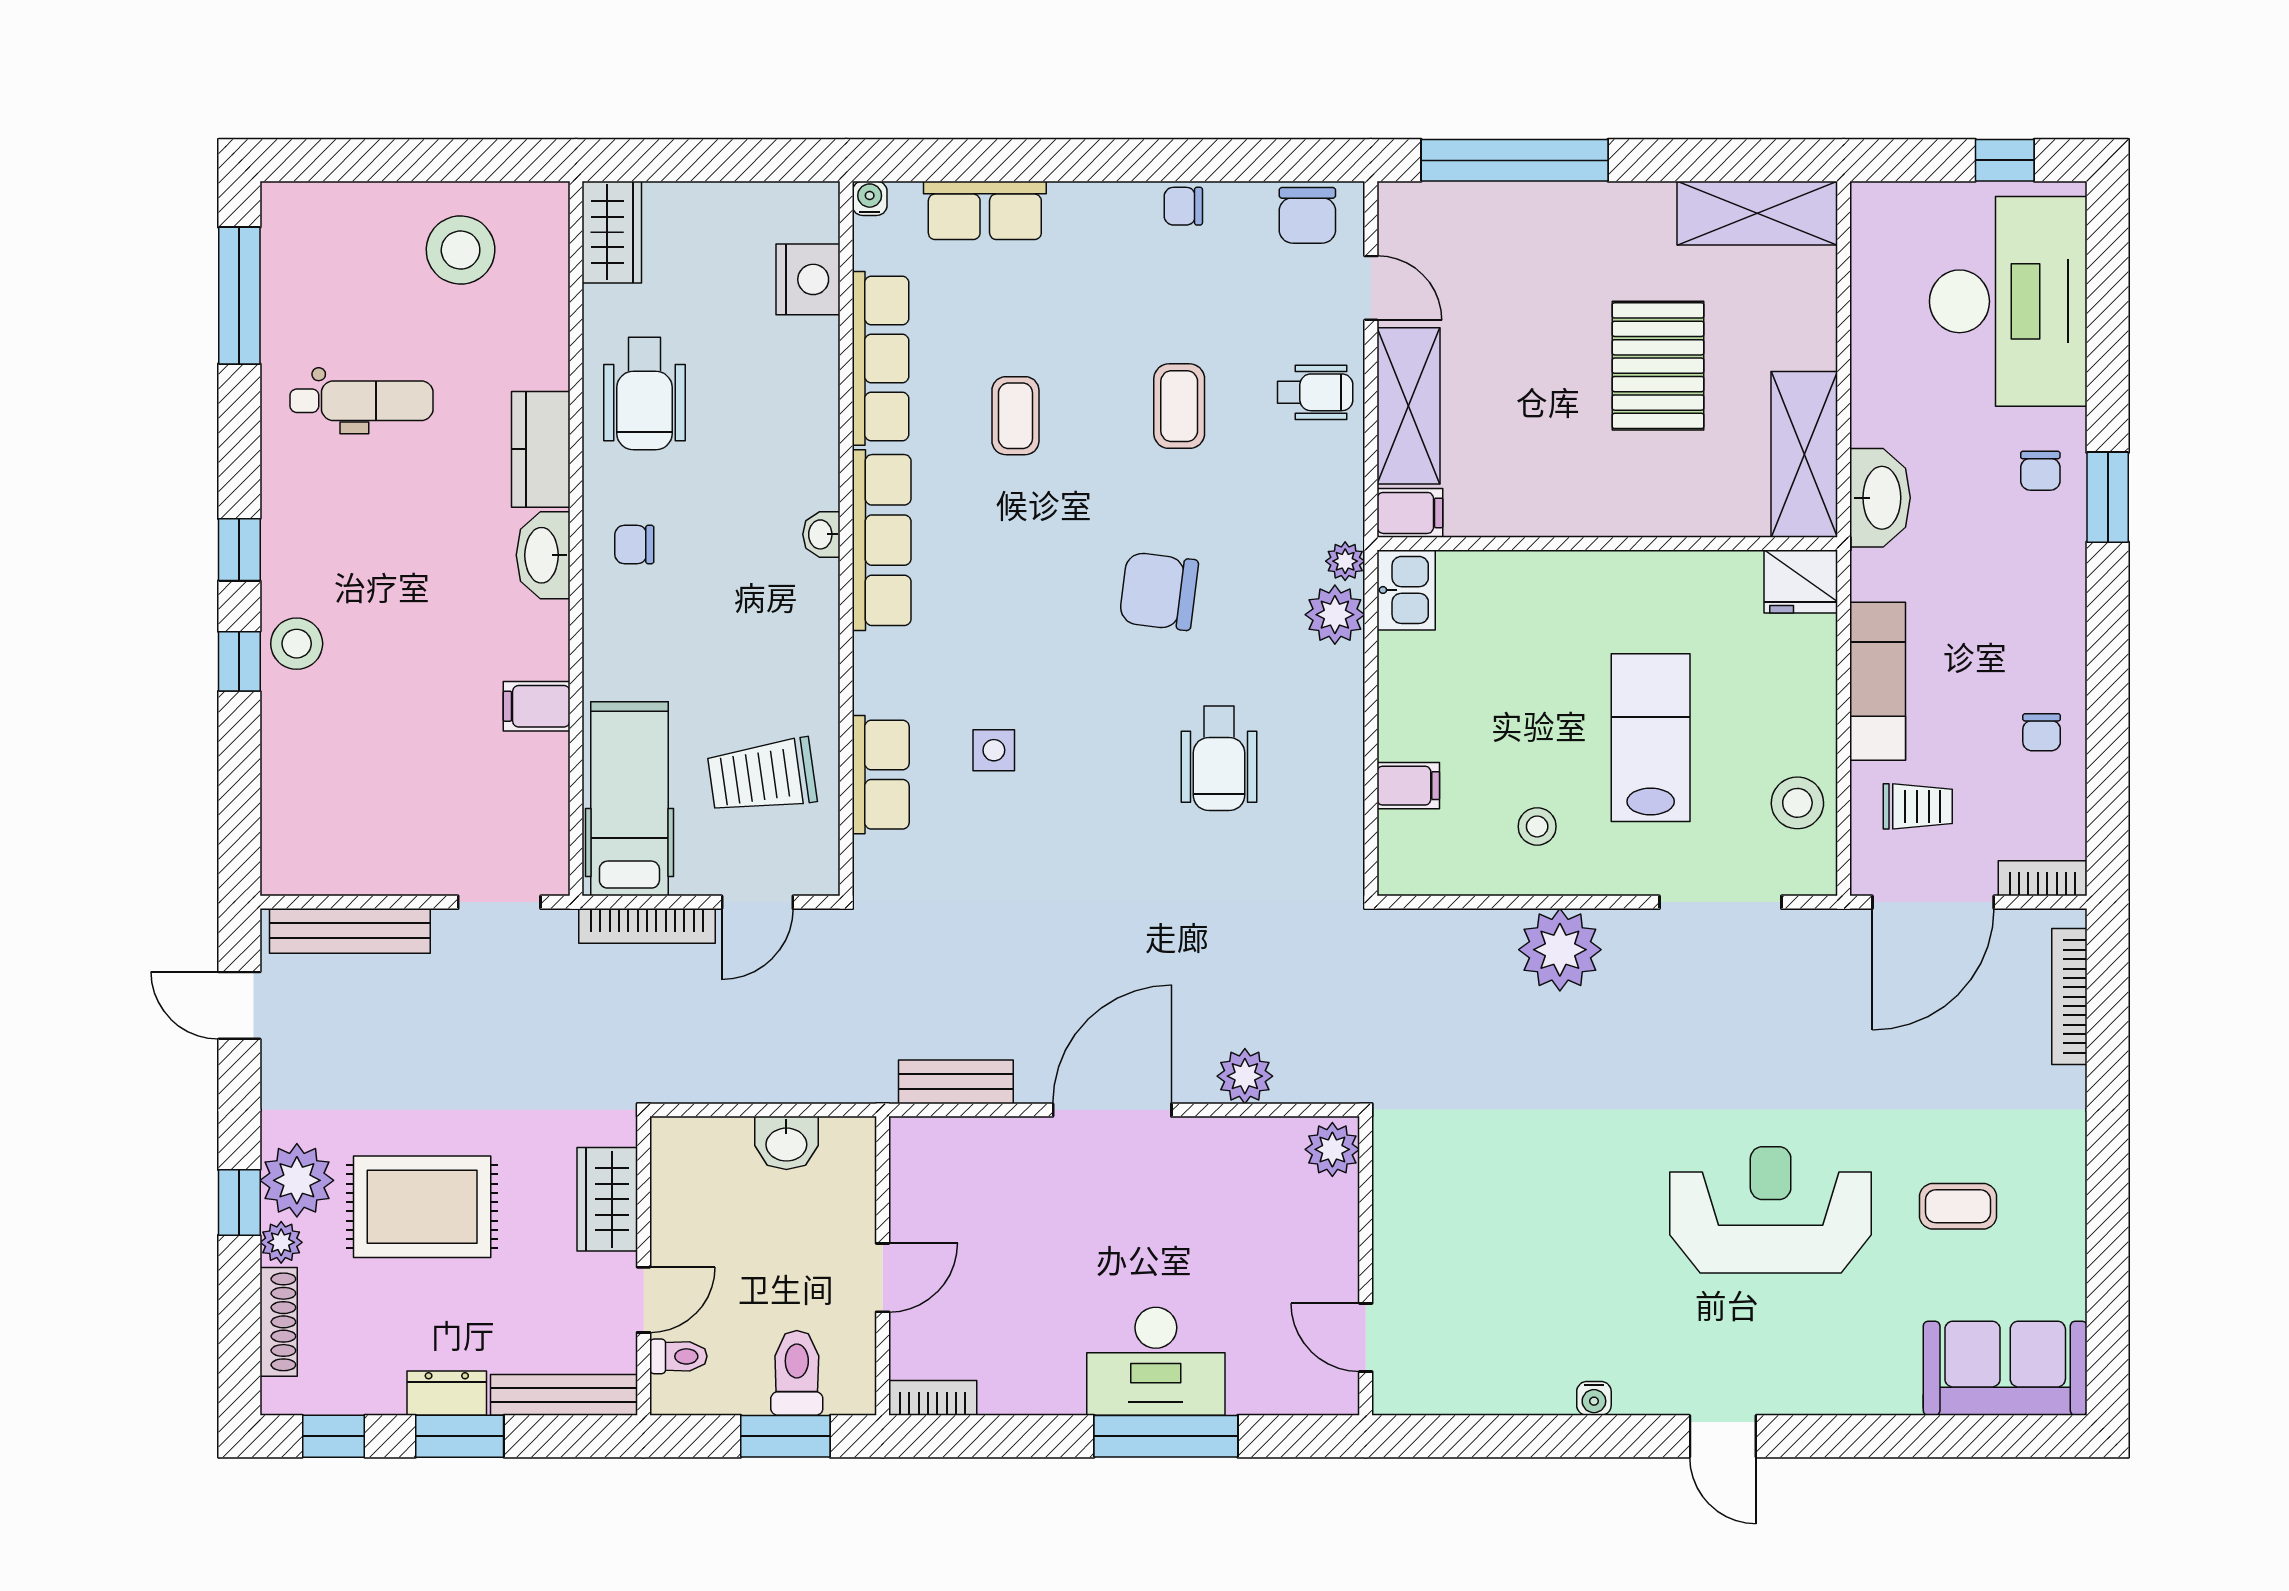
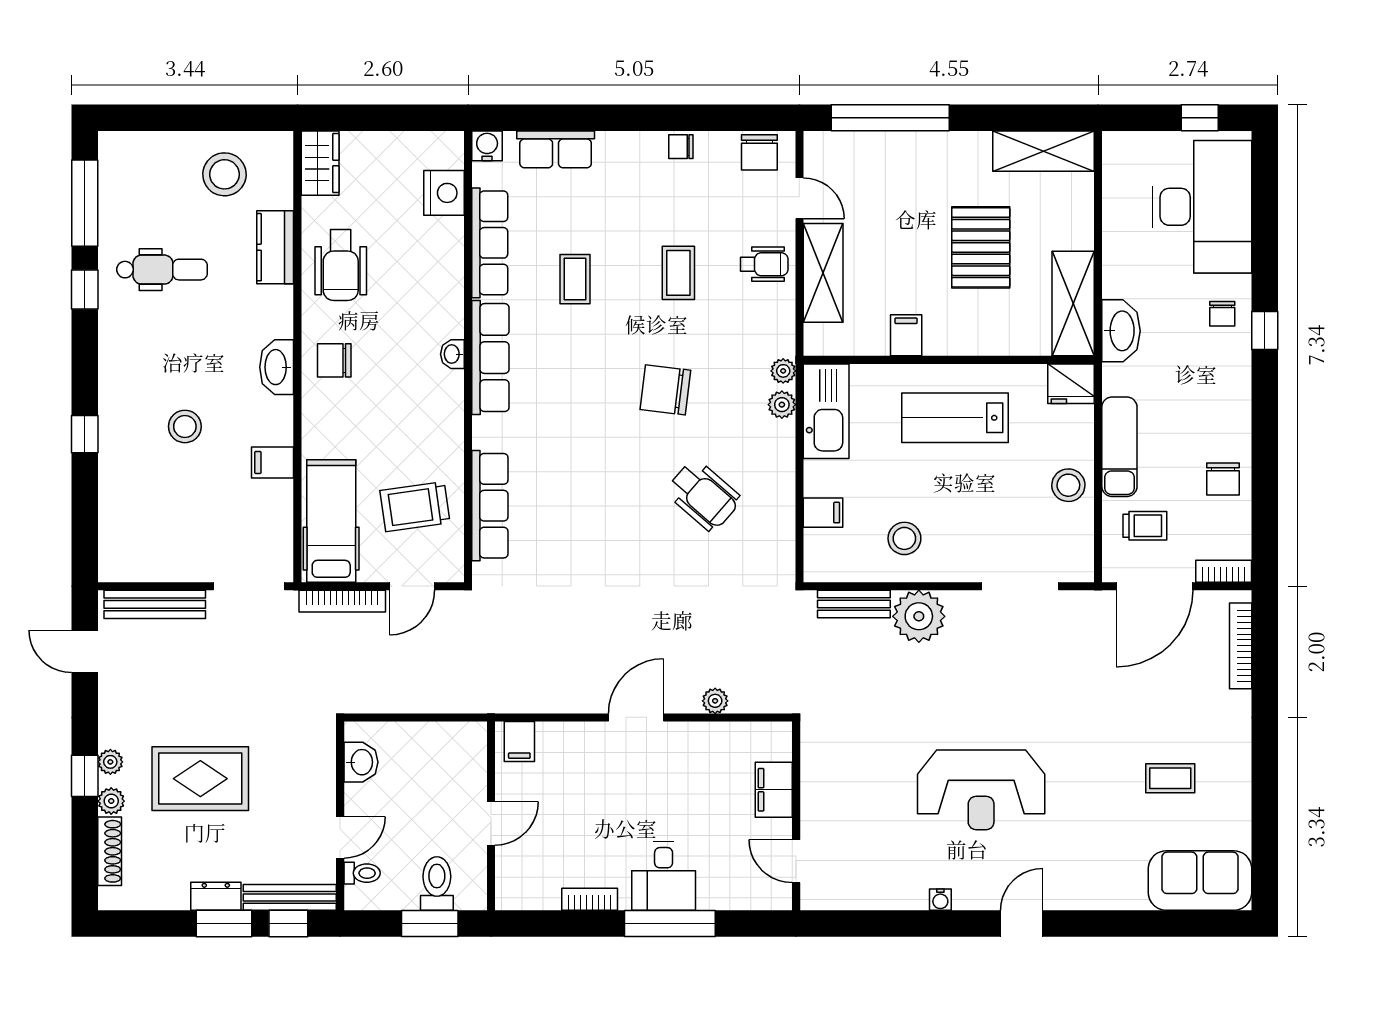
water cooler: (870, 198) -> (487, 146), width x1.38, depth x1.38
kitchen counter: (541, 449) -> (275, 247), moved
window: (2108, 497) -> (1265, 331), width x0.67
filing cabinet: (1410, 513) -> (906, 335), moved, turned -90
chair: (634, 545) -> (334, 360), width x1.37, depth x1.37
window: (239, 550) -> (85, 289), moved
kitchen sink: (1406, 590) -> (826, 411), width x1.88, depth x1.24
plant: (1335, 615) -> (782, 405), width x0.73, depth x0.73
stool: (297, 644) -> (185, 426), moved
chair: (2042, 732) -> (1223, 479), width x1.37, depth x1.37
lab bench: (1651, 738) -> (955, 418), moved, turned -90
side table: (994, 750) -> (561, 490), removed
wheelchair: (1219, 758) -> (704, 495), turned -49
row of seats: (881, 775) -> (490, 506), width x1.48
stool: (1797, 803) -> (1068, 485), moved
stool: (1537, 826) -> (904, 538), width x1.37, depth x1.37
doorway: (499, 902) -> (249, 586), width x1.38
plant: (1245, 1076) -> (715, 701), width x0.73, depth x0.73
bench: (956, 1082) -> (854, 604), moved
door: (1112, 1110) -> (636, 717), width x0.73
washbasin: (786, 1143) -> (361, 762), moved, turned -90
filing cabinet: (927, 1148) -> (519, 742), added
plant: (1332, 1149) -> (775, 742), removed
plant: (297, 1180) -> (110, 762), width x0.53, depth x0.53
wardrobe: (607, 1199) -> (317, 774), removed
reception desk: (1771, 1210) -> (981, 790), moved, turned 180
filing cabinet: (1330, 1224) -> (774, 790), added
desk: (1156, 1361) -> (664, 876), width x0.73
bookcase: (933, 1398) -> (590, 899), moved
window: (334, 1436) -> (288, 924), moved
door: (1723, 1436) -> (1022, 924), swing flipped

